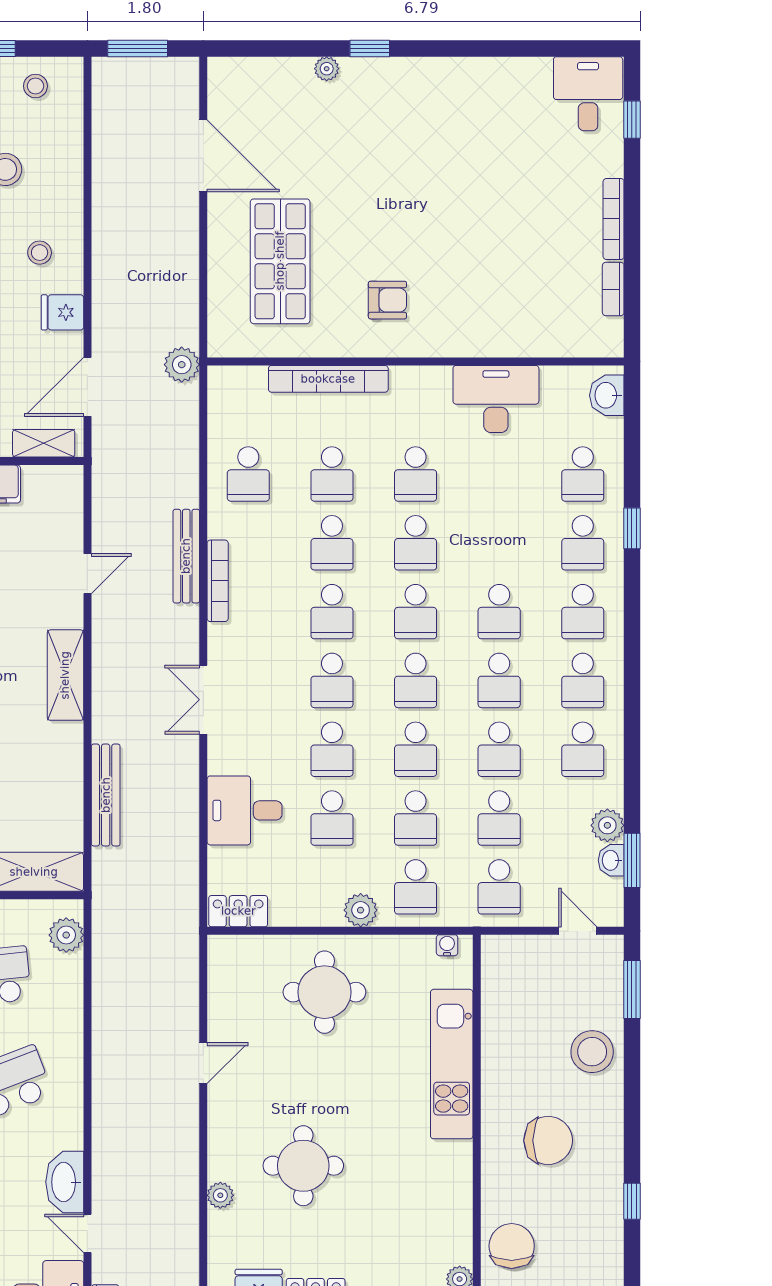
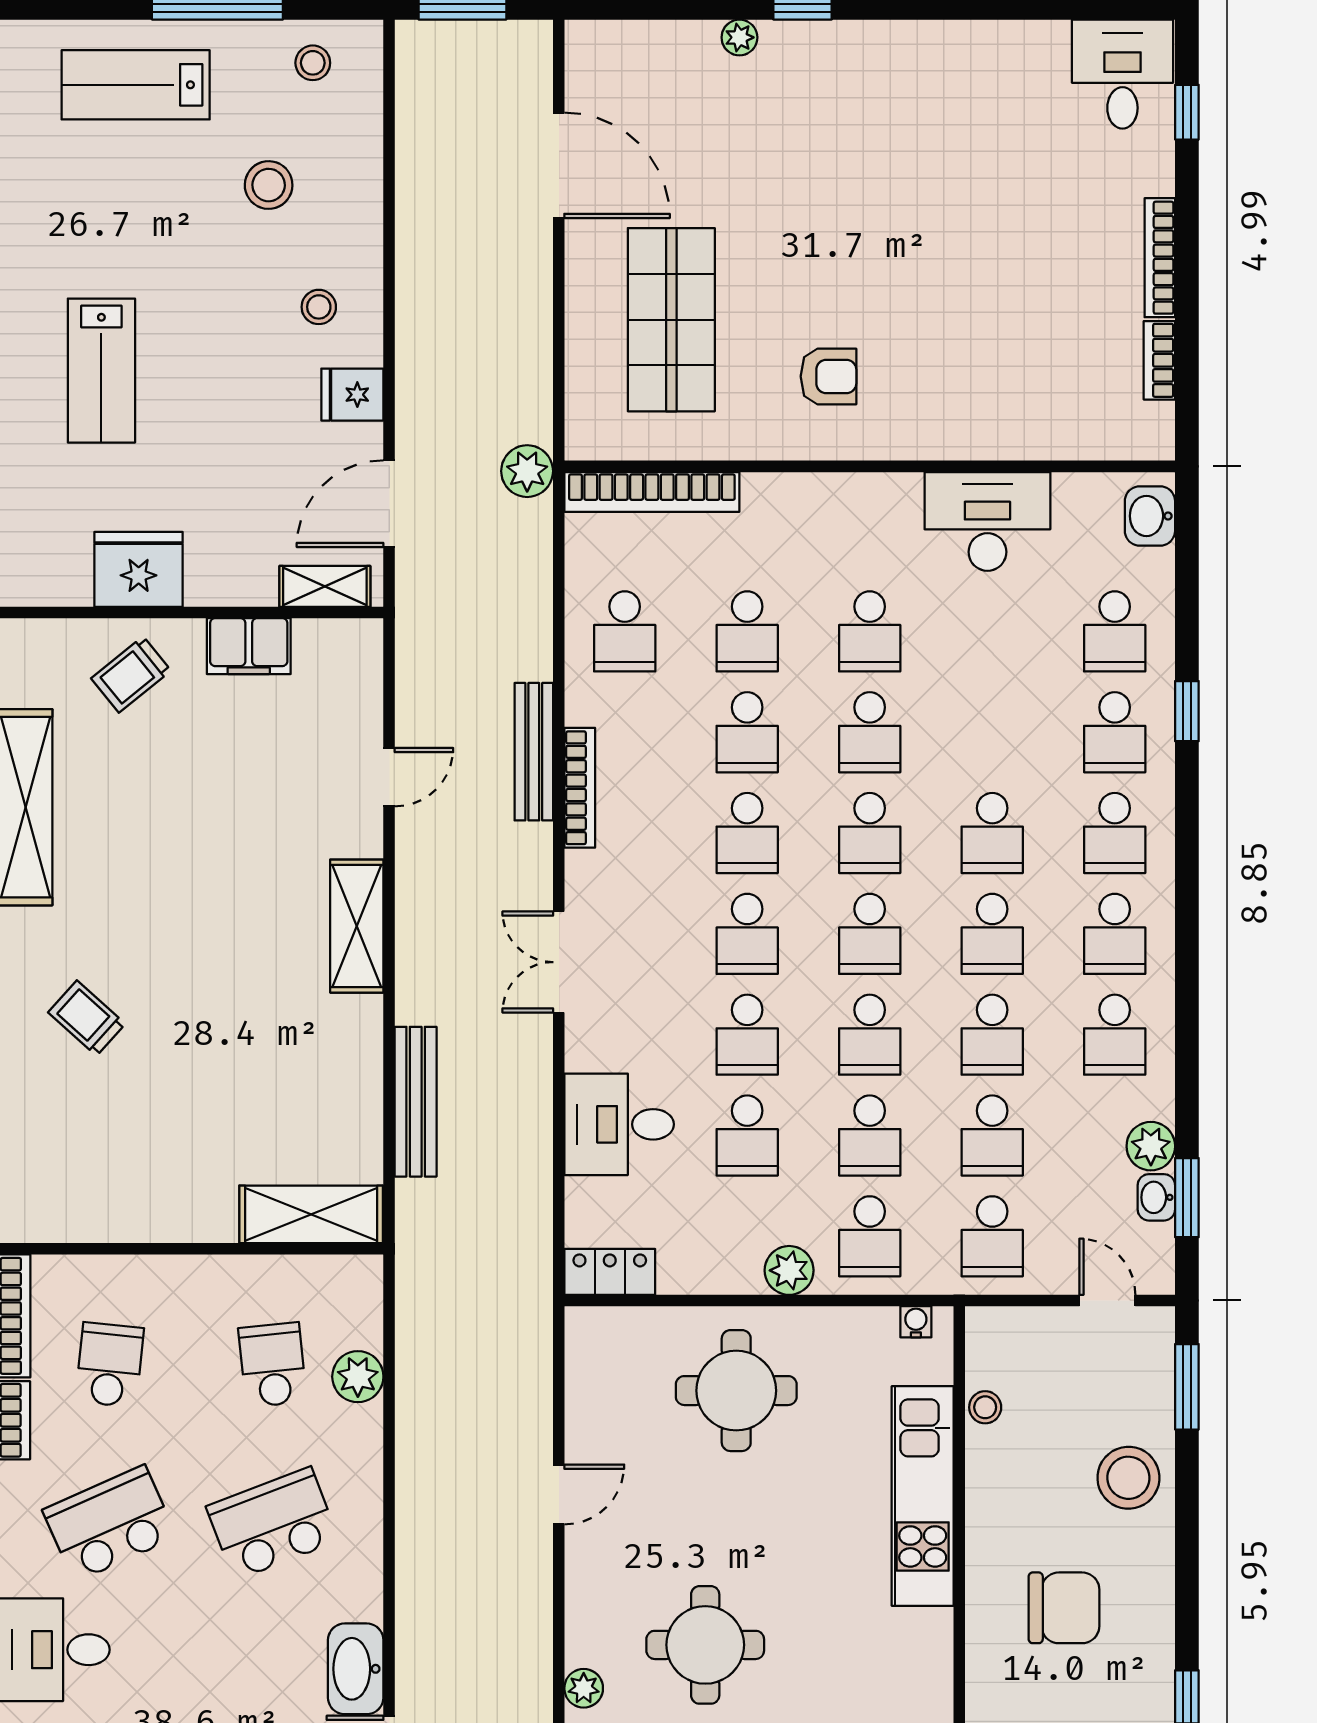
bookcase: (328, 379) -> (652, 492), moved
plant: (66, 935) -> (358, 1377), moved
stool: (494, 1004) -> (985, 1407), added

